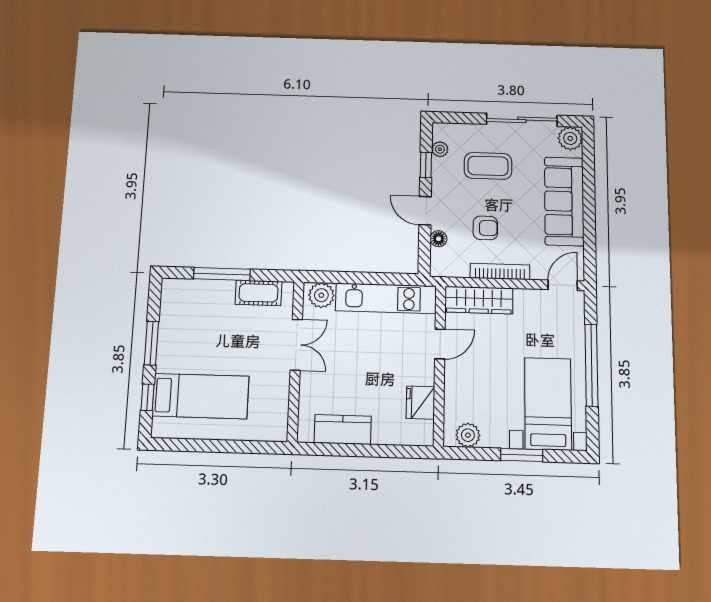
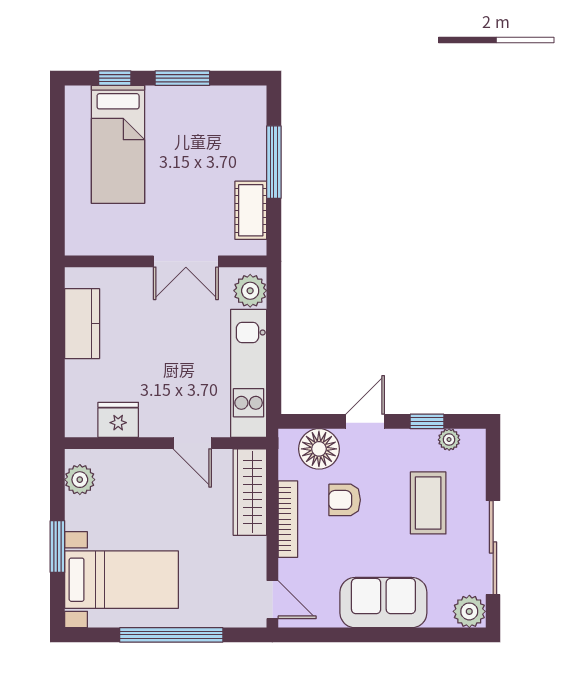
sofa: (564, 201) -> (383, 603), width x0.73
armchair: (485, 228) -> (345, 500), turned 90
floor lamp: (439, 239) -> (319, 449), width x1.89, depth x1.89

